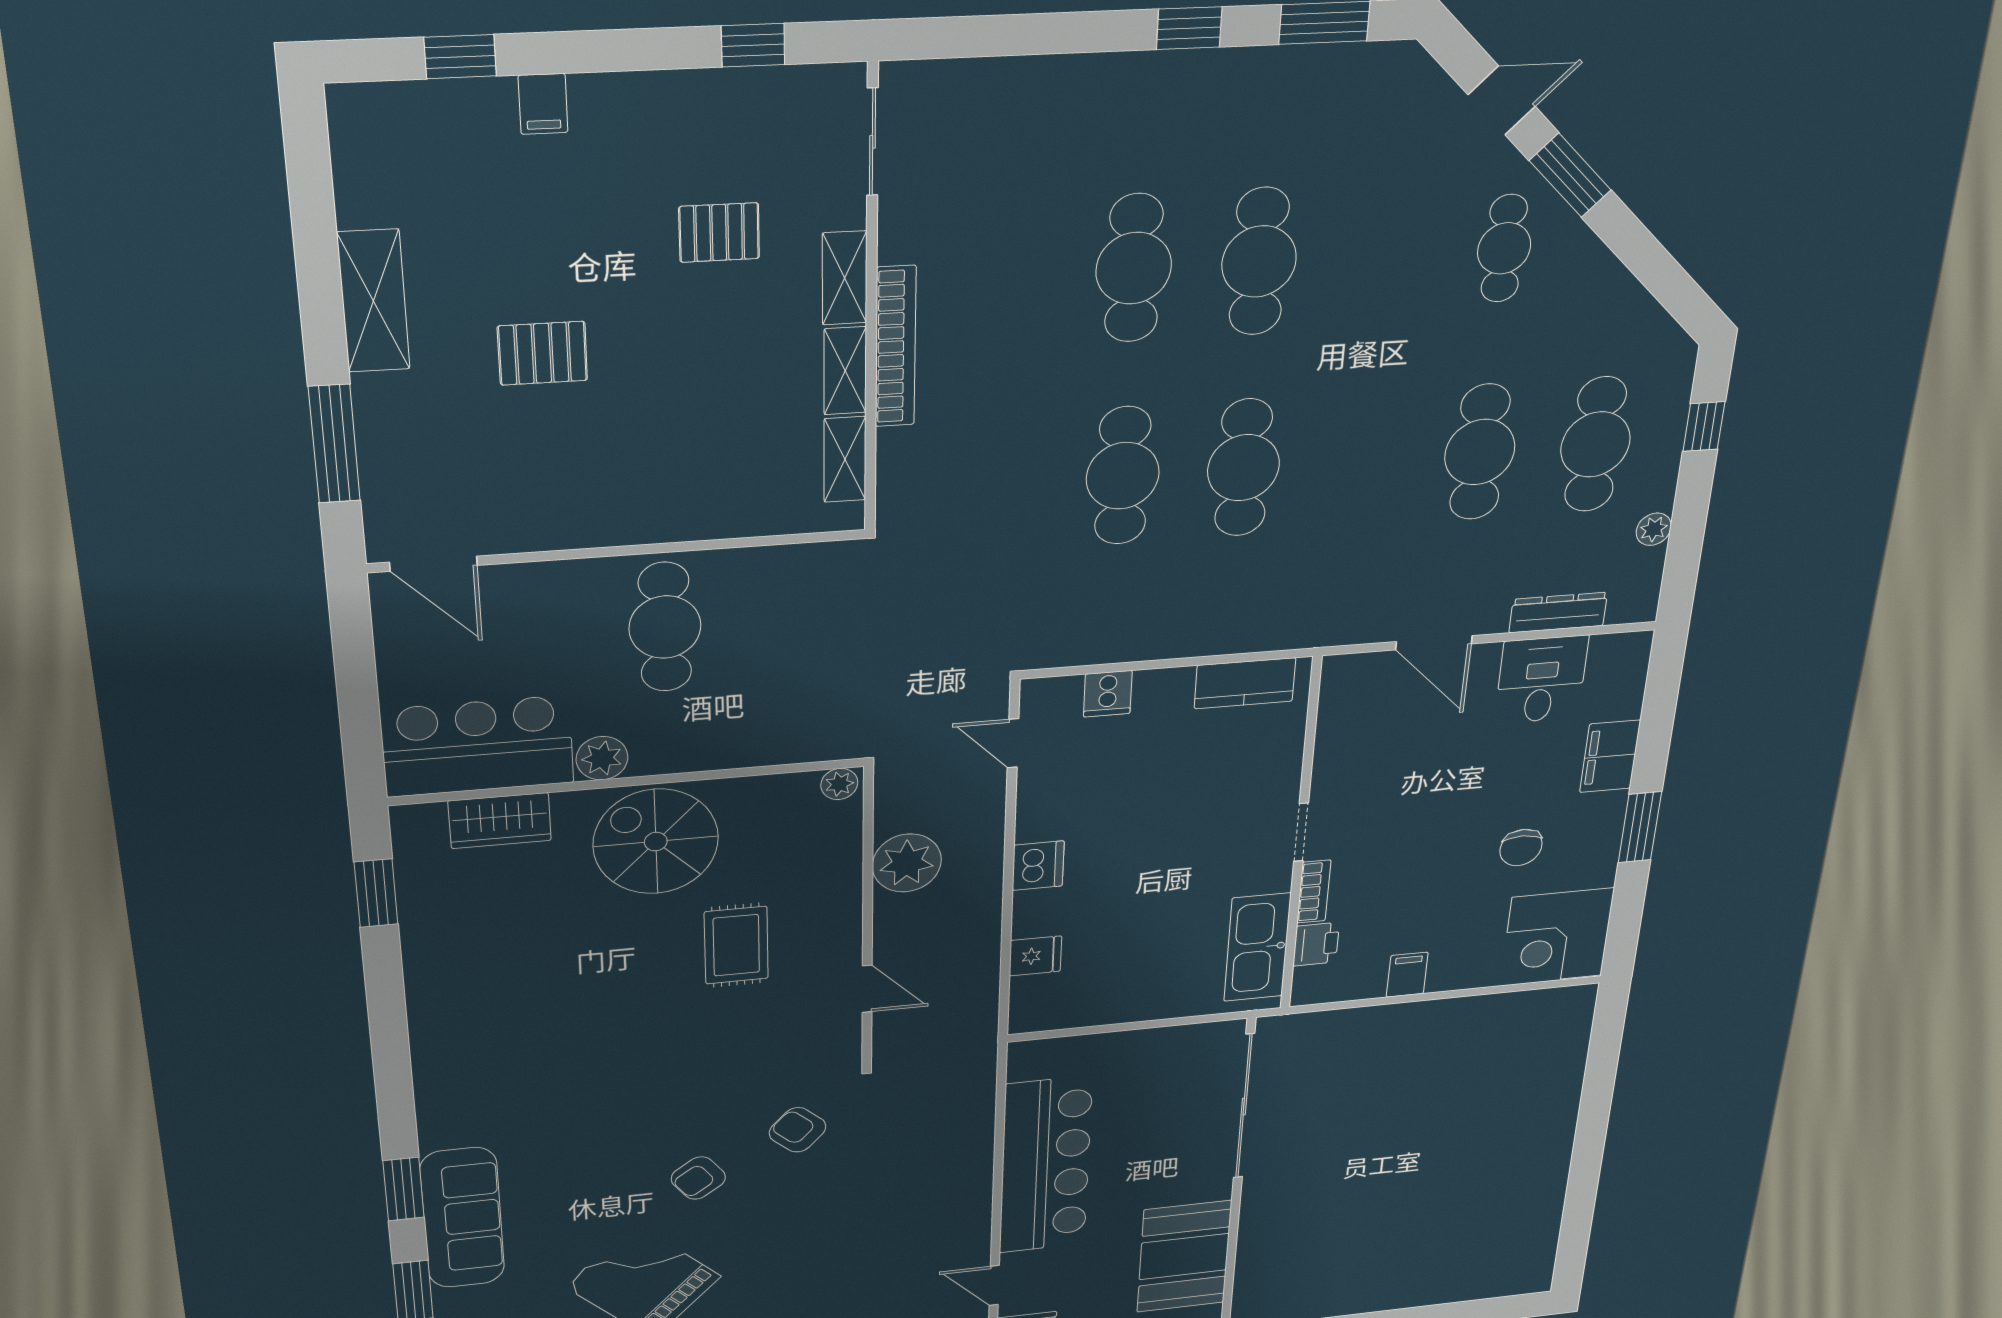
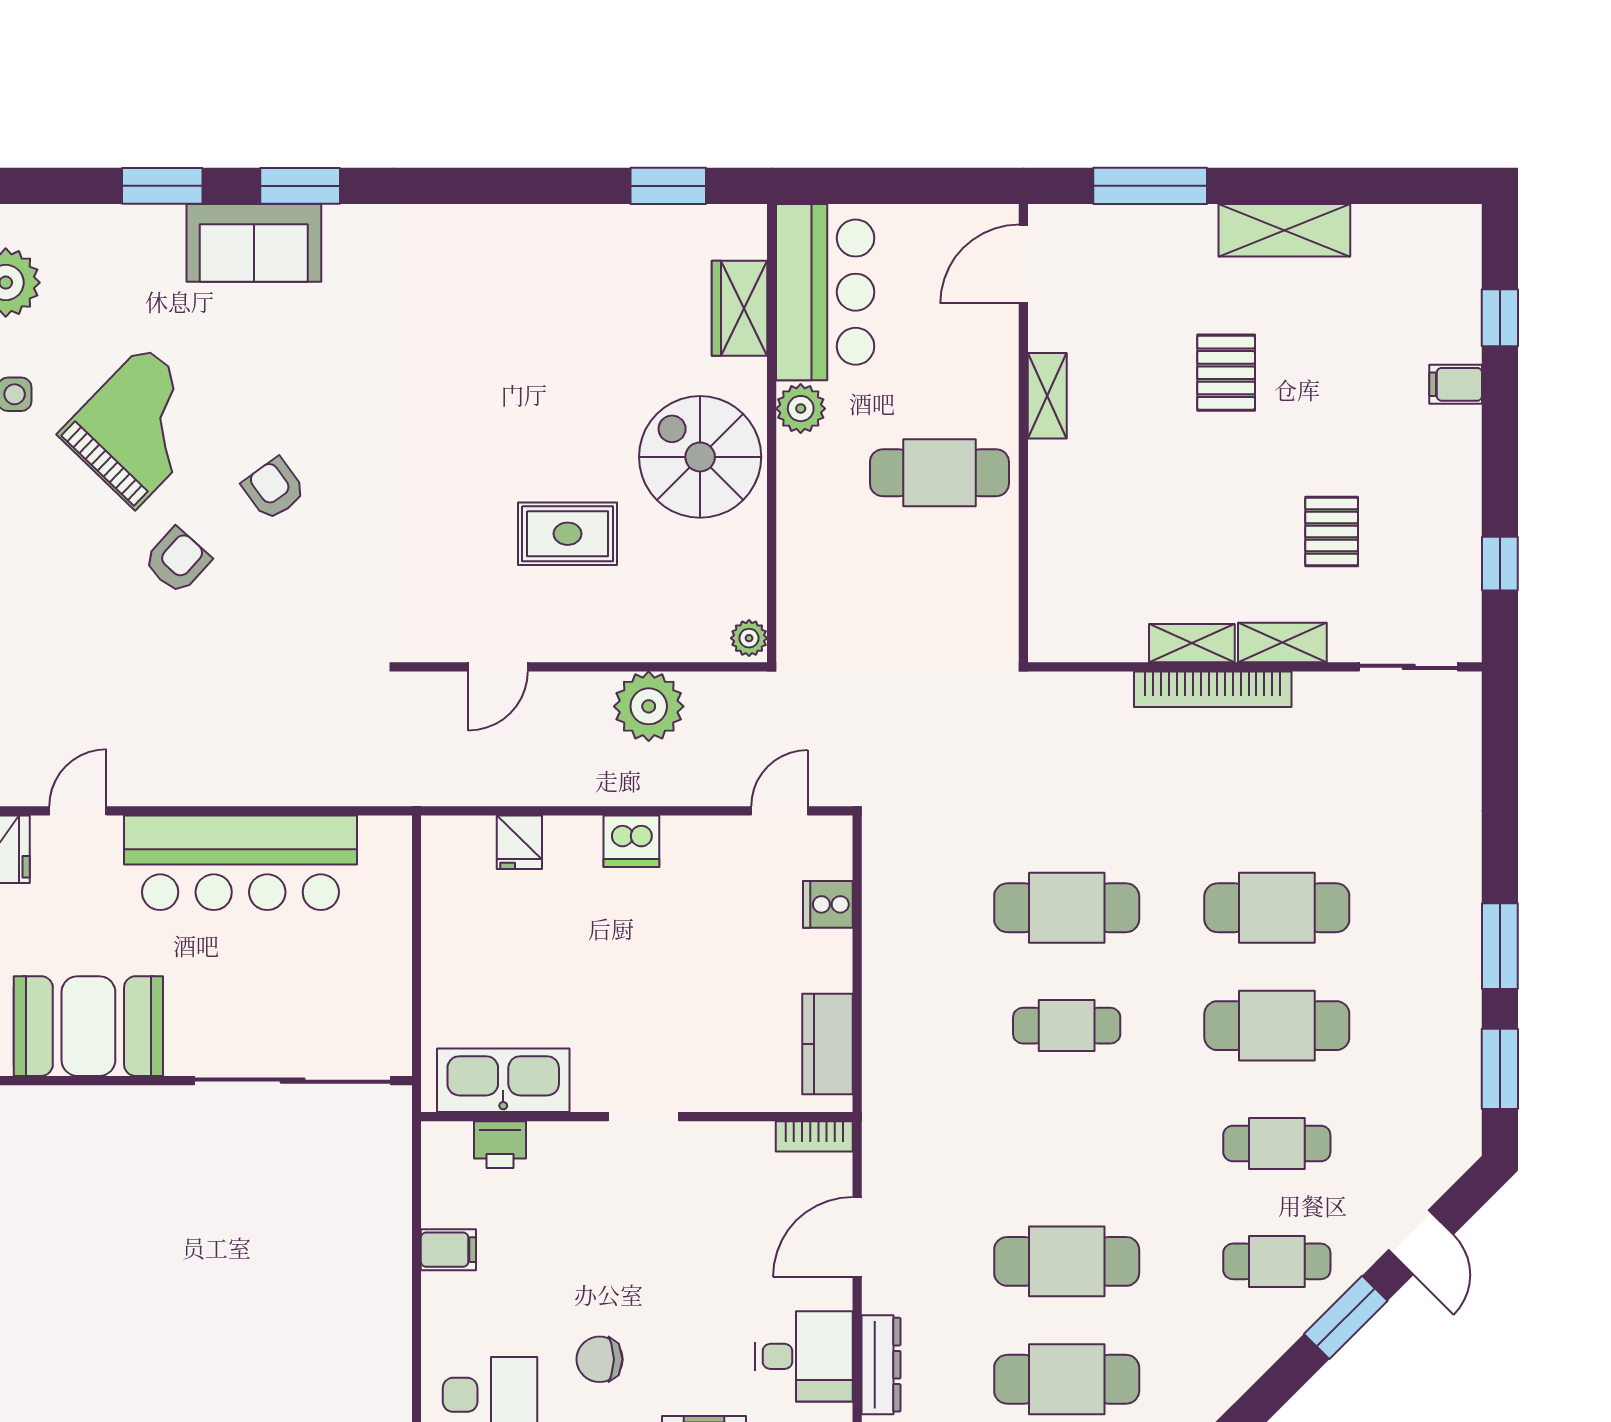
window: (1189, 28) -> (1500, 946), width x1.50
cafe table: (1383, 255) -> (1277, 1144), added
shelving: (845, 459) -> (1047, 396), moved, turned 90
cafe table: (1243, 468) -> (1067, 1026), width x0.73, depth x0.74
spiral stairs: (656, 842) -> (700, 457), turned -90
bookcase: (1314, 892) -> (814, 1136), moved
armchair: (798, 1130) -> (177, 561), moved
sofa: (462, 1218) -> (254, 243), width x0.73

